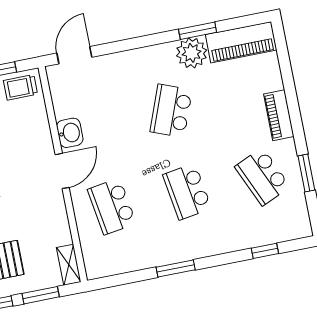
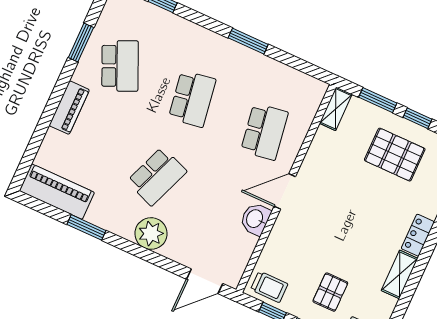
plant: (192, 53) -> (151, 234), moved

